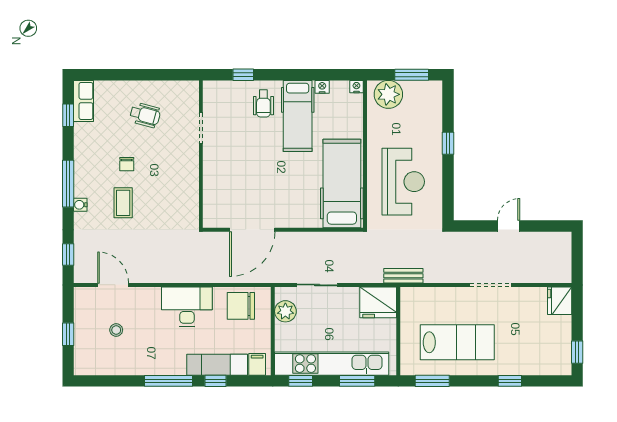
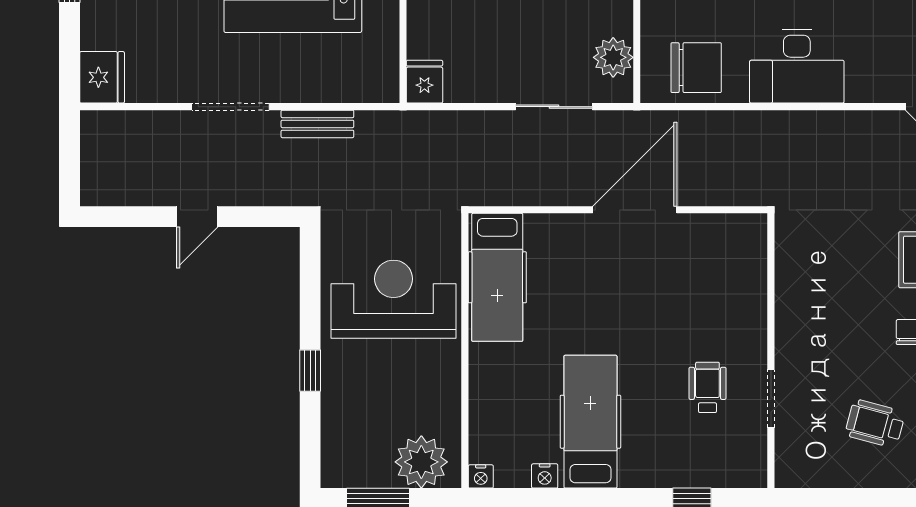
wheelchair: (263, 104) -> (707, 387), moved
reception desk: (403, 182) -> (394, 299), turned 90
hospital bed: (342, 183) -> (497, 277), width x0.73, depth x0.78
door: (252, 230) -> (635, 210), moved
bench: (403, 276) -> (317, 124), moved
fridge: (378, 302) -> (424, 82), width x0.53, depth x0.75

